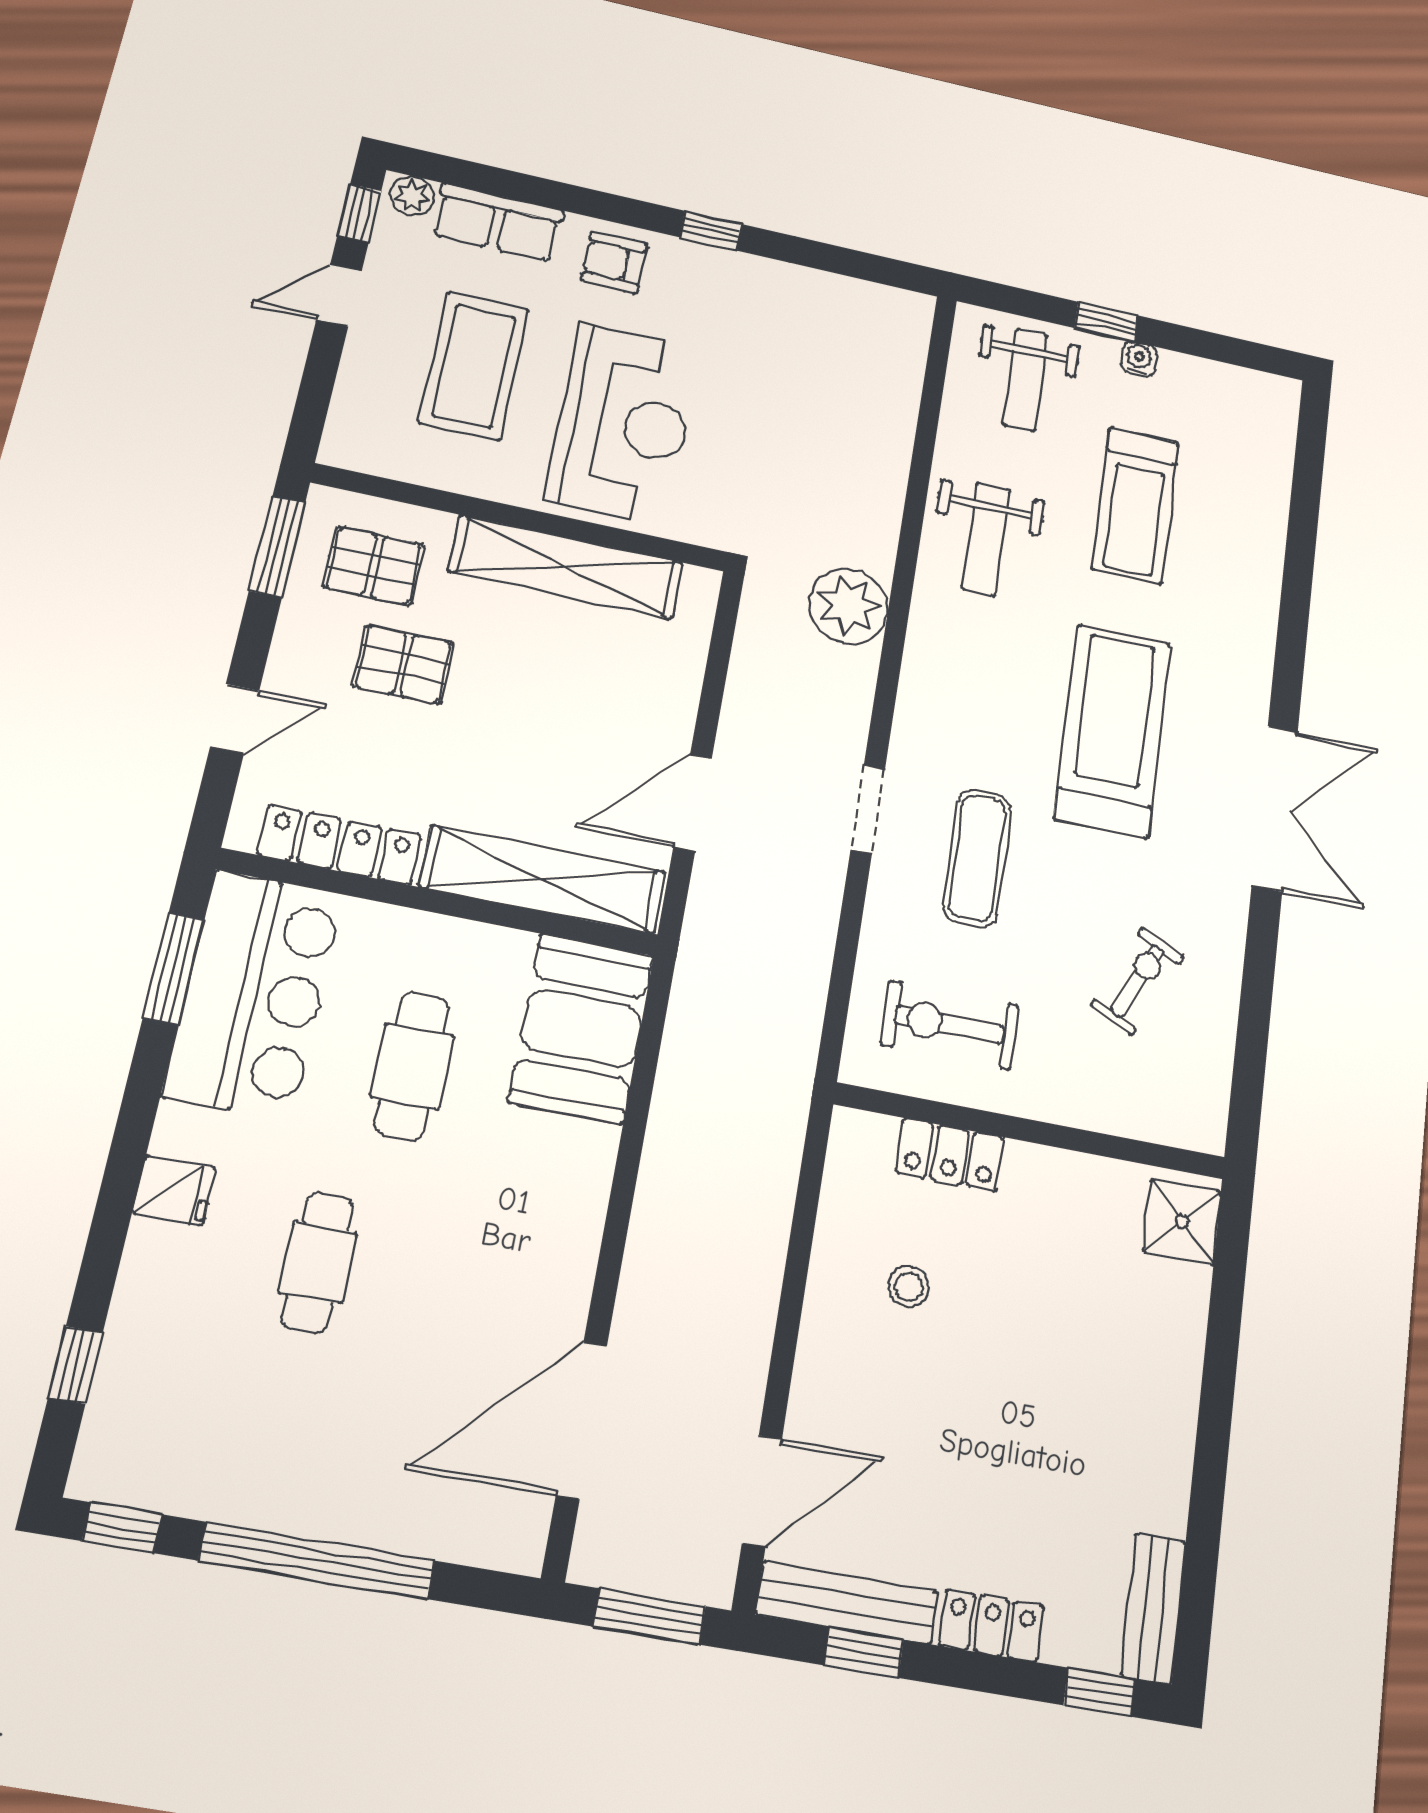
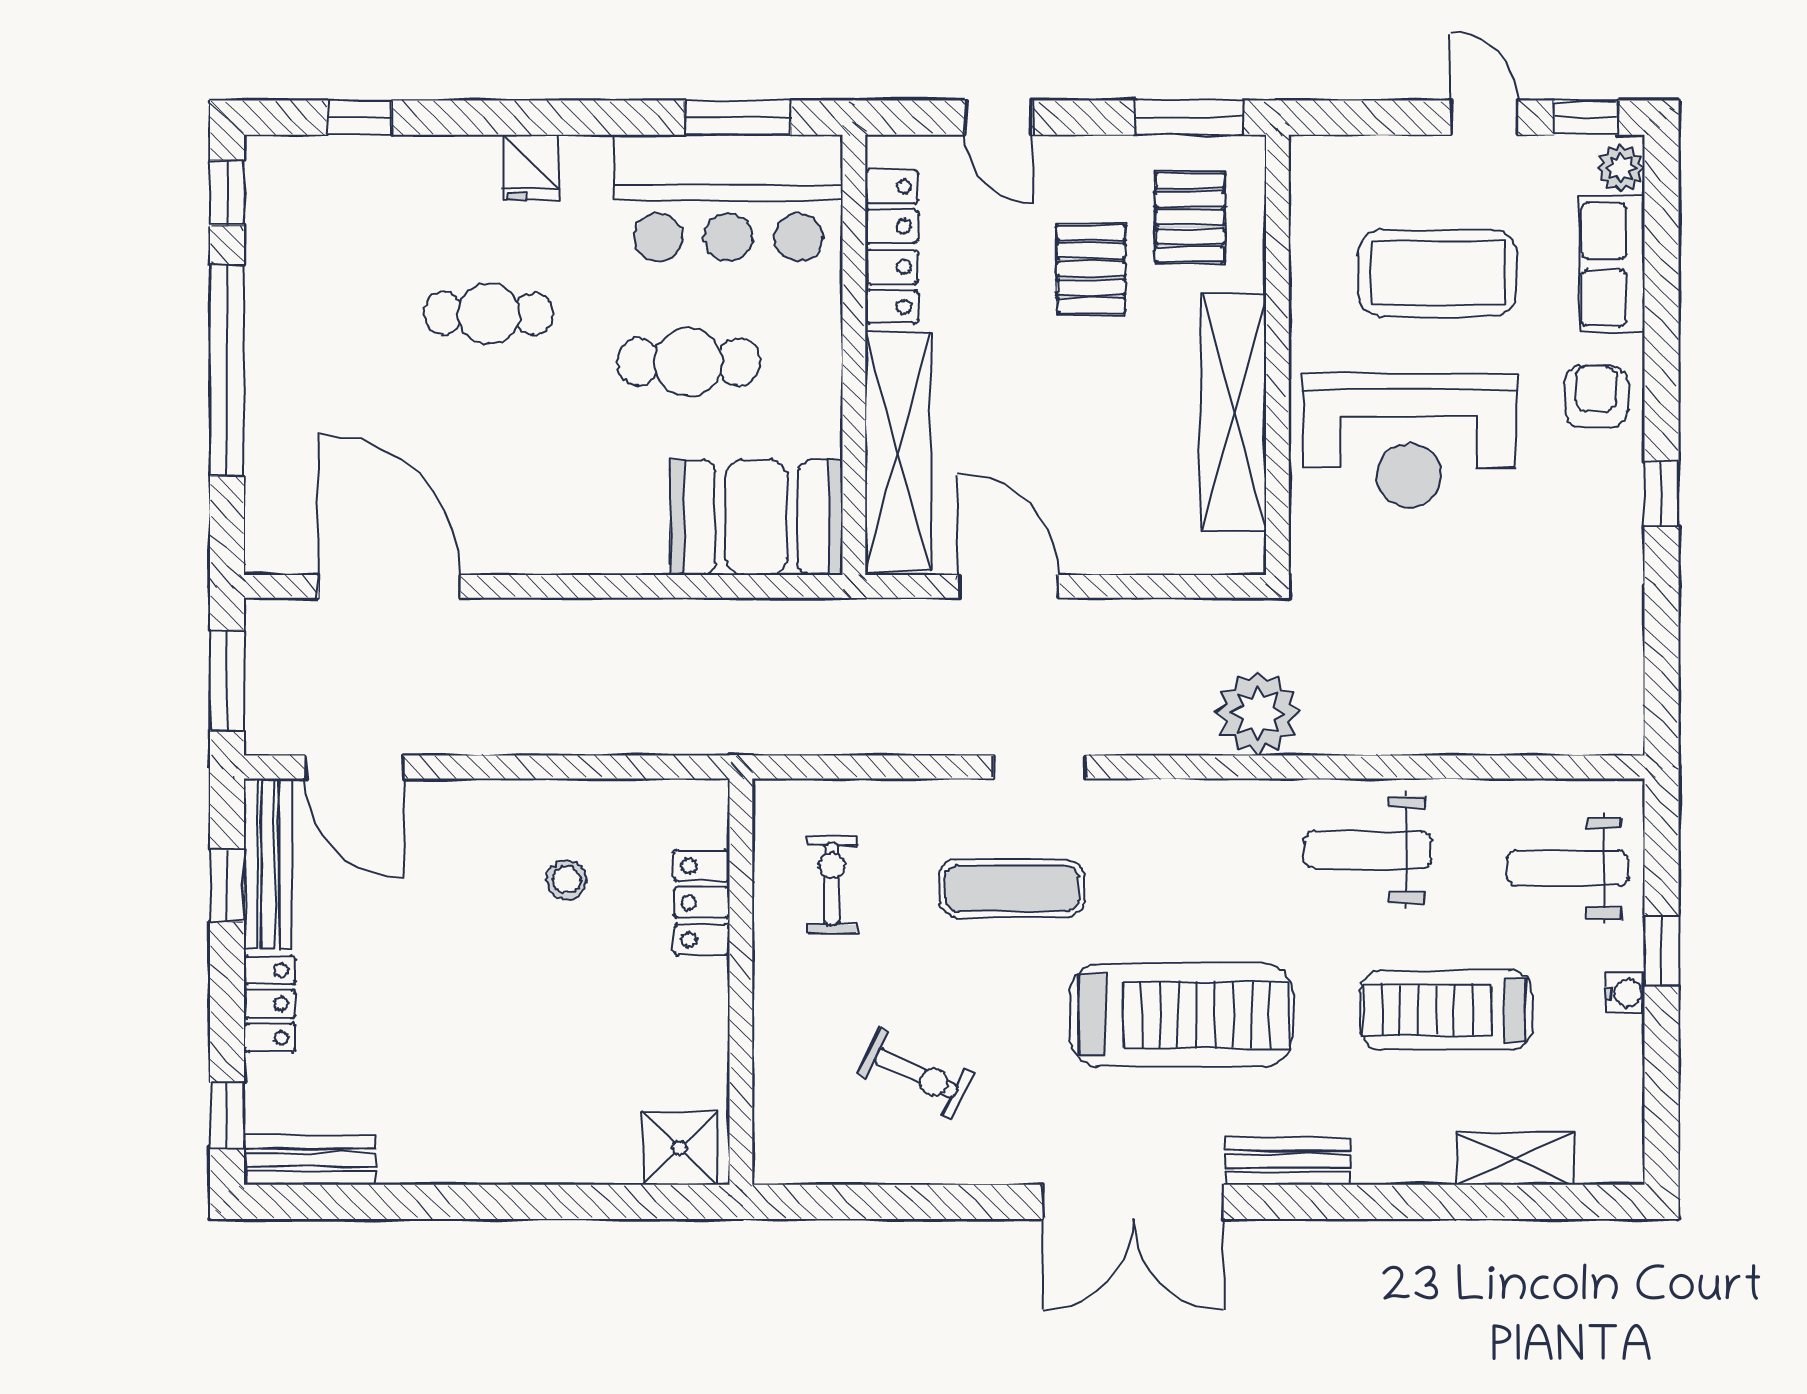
shelving: (1270, 478) -> (1515, 1159), added
bench: (1253, 666) -> (1288, 1161), added
exercise bike: (950, 1025) -> (832, 884), width x0.73, depth x0.72

